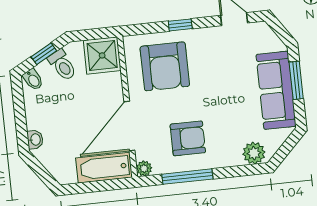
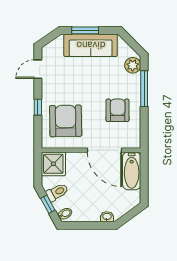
armchair: (165, 66) -> (66, 121), turned -91
plant: (144, 168) -> (135, 143), removed
window: (187, 177) -> (144, 89), moved

